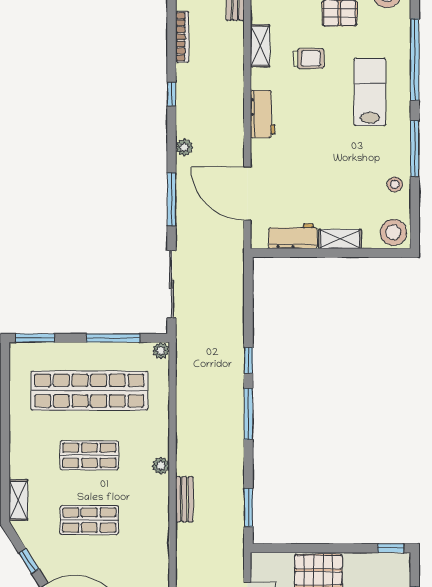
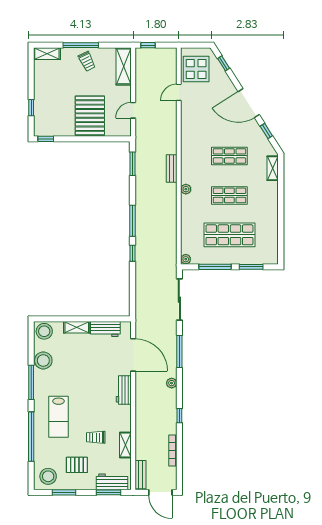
workbench: (263, 114) -> (124, 390), moved
stool: (395, 184) -> (43, 360), width x1.89, depth x1.89
window: (35, 338) -> (251, 267), moved
shop shelf: (89, 391) -> (229, 235), width x0.71

